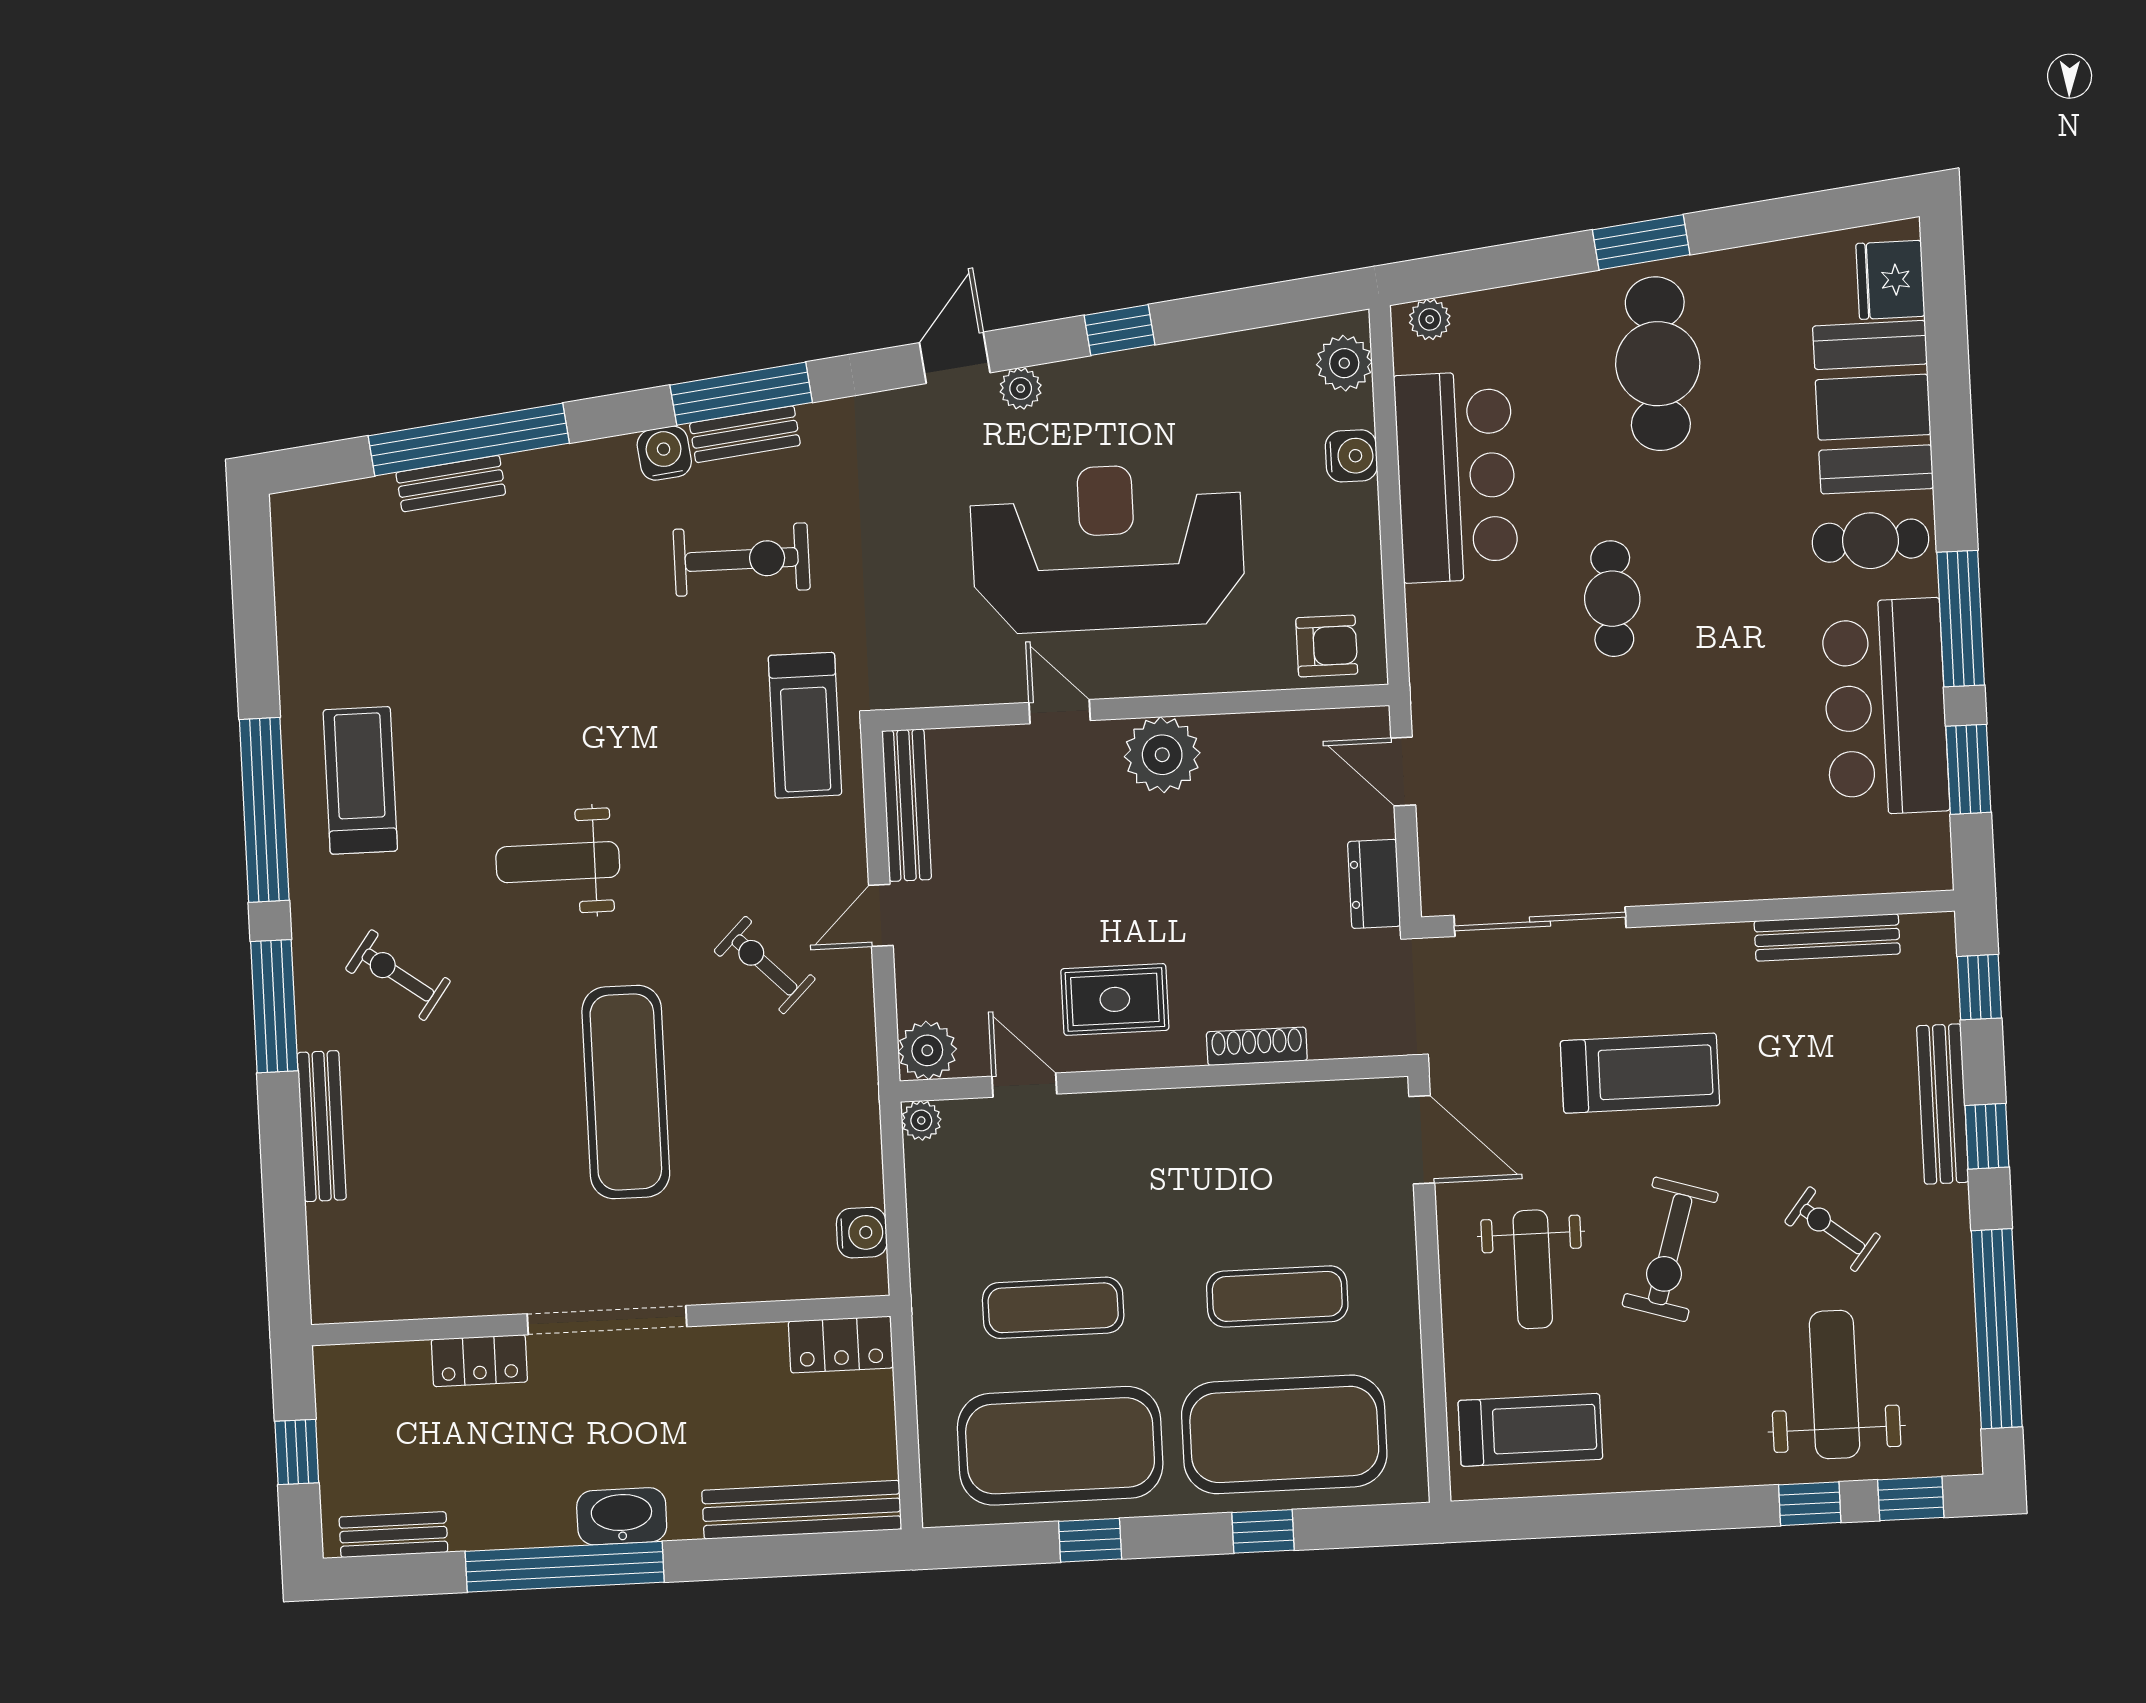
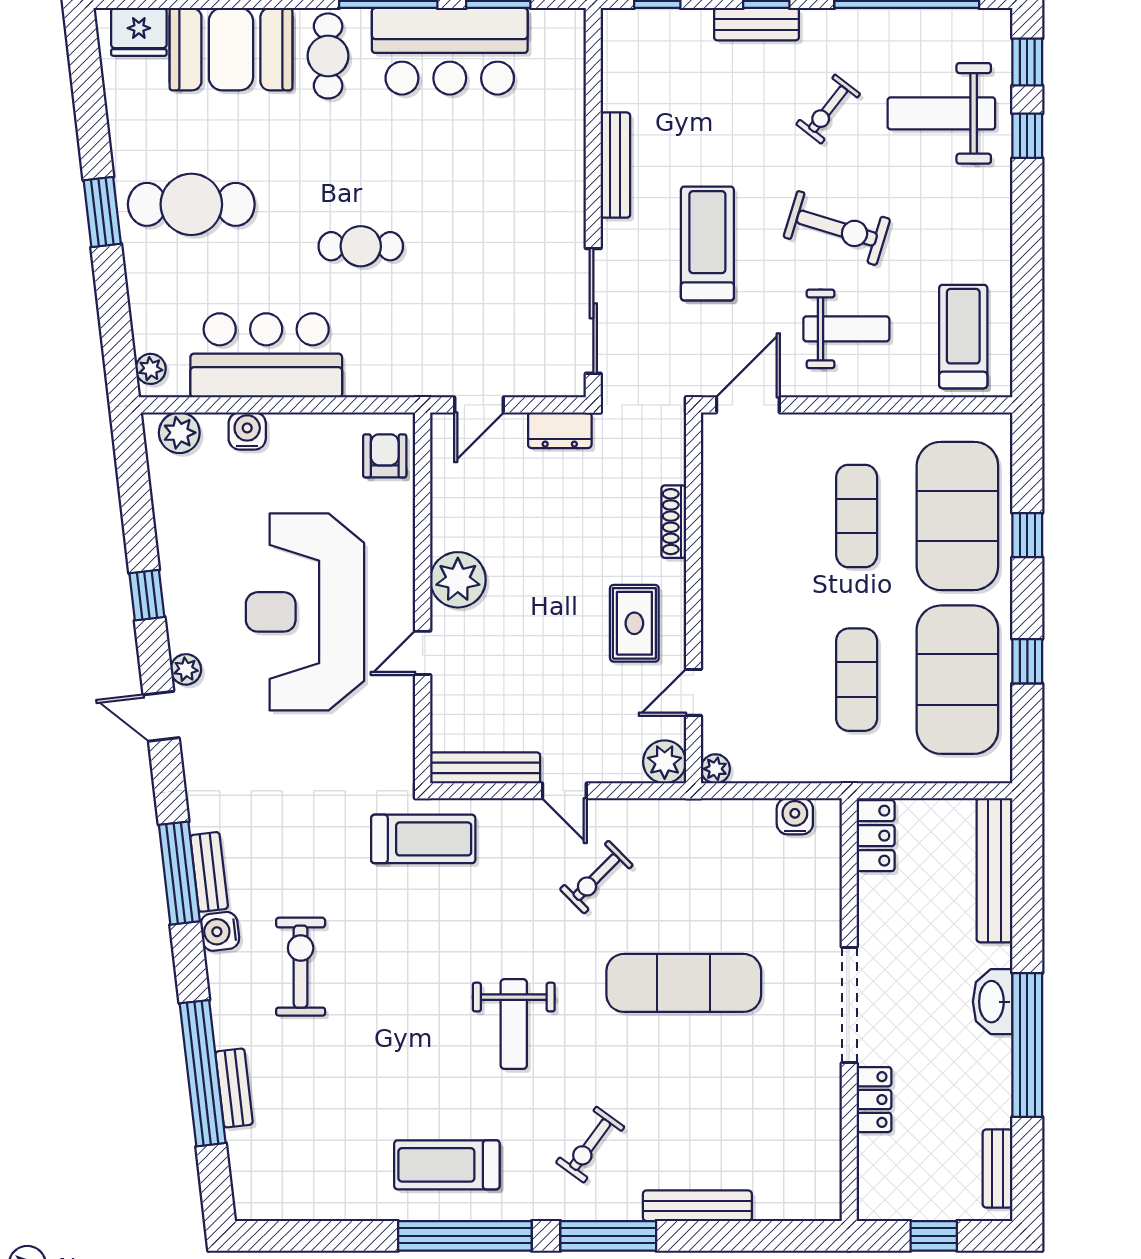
exercise bike: (742, 559) -> (301, 967), moved
bench: (1827, 937) -> (615, 165), moved
bench: (1943, 1104) -> (756, 24), width x0.73

